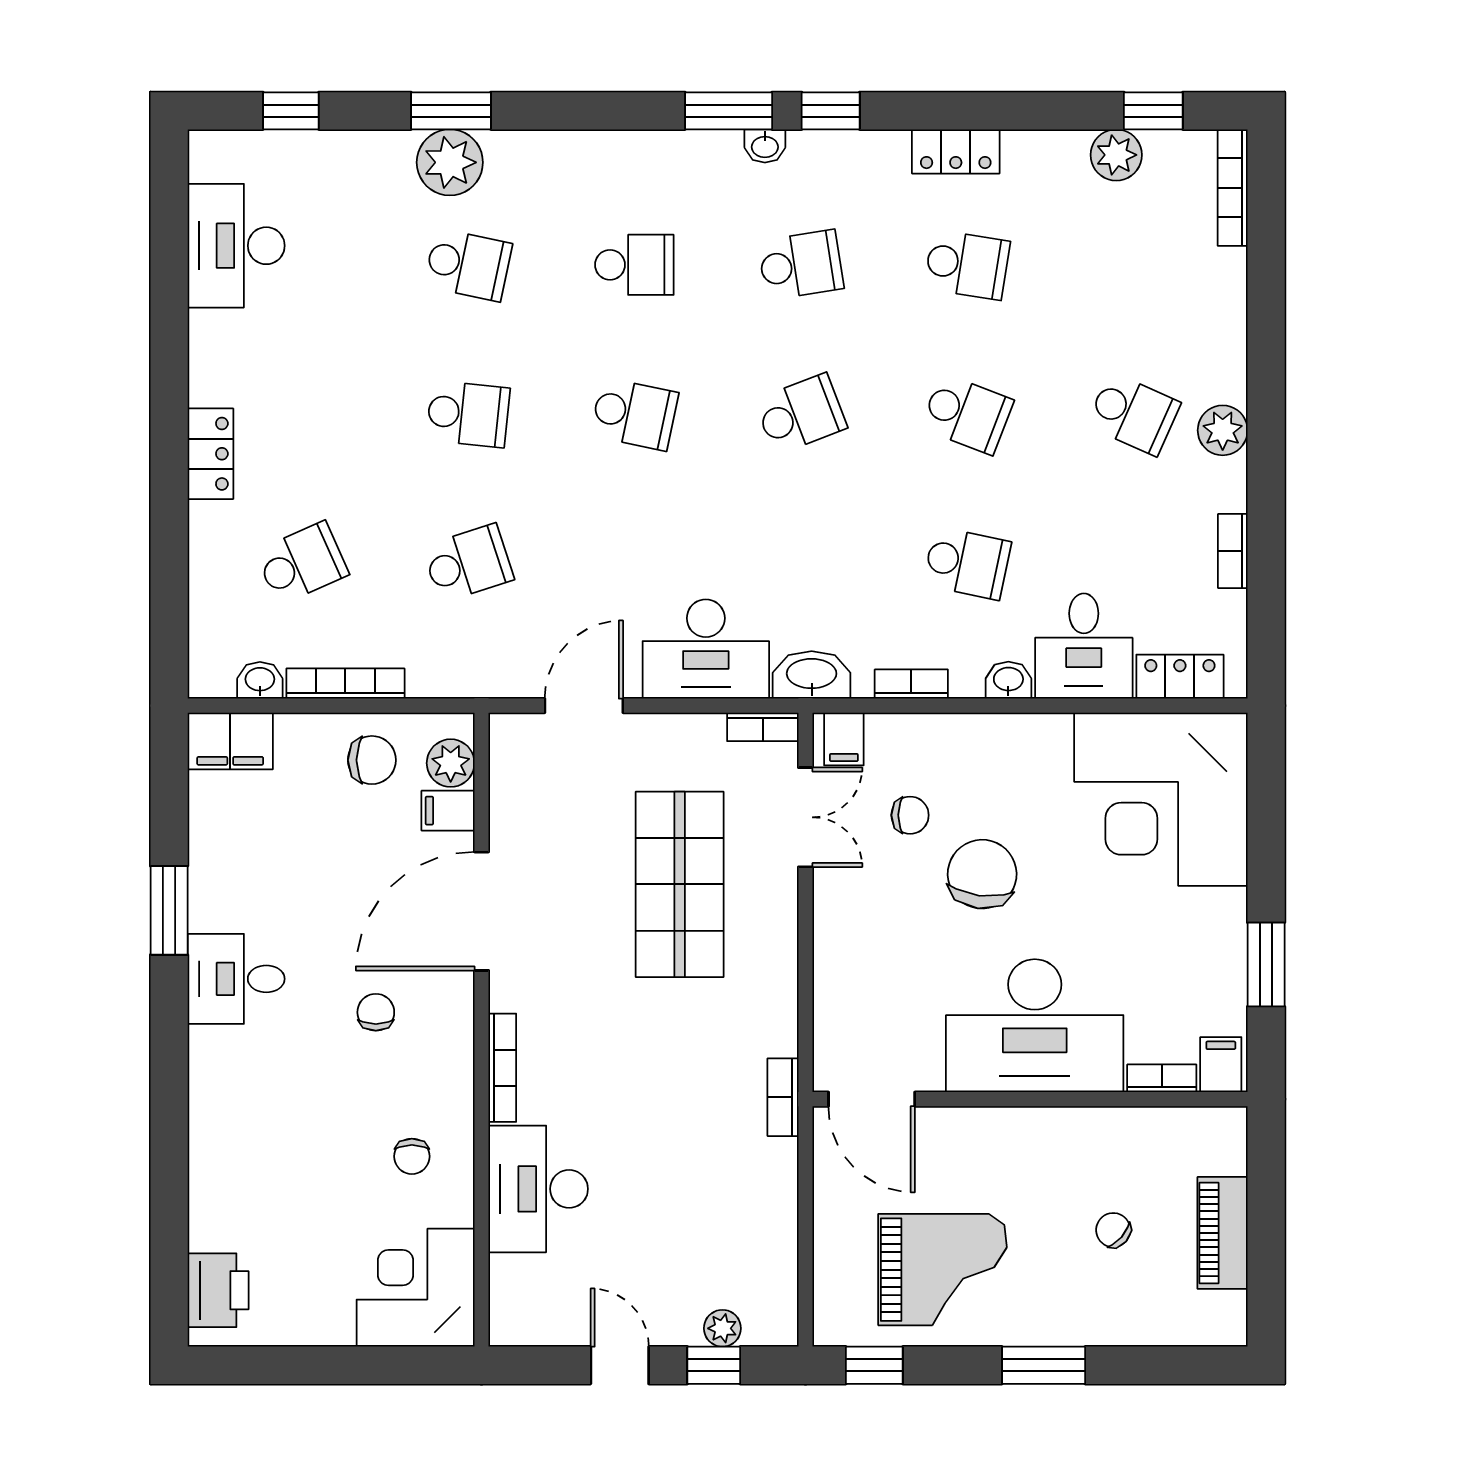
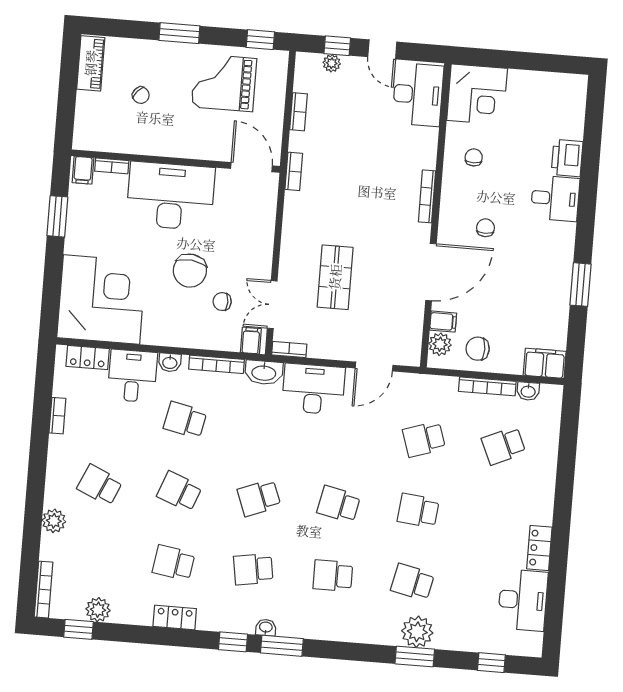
plant: (1223, 430) -> (54, 521), moved
locker: (210, 454) -> (539, 548), moved
bookcase: (911, 684) -> (216, 364), width x1.56
shop shelf: (680, 884) -> (335, 277), width x0.70, depth x0.74
desk: (236, 979) -> (555, 198), moved
chair: (376, 1012) -> (485, 228), turned 180
desk: (538, 1189) -> (418, 95), moved
bookcase: (783, 1222) -> (299, 112), added
piano: (1223, 1233) -> (91, 63), moved
printer: (218, 1290) -> (567, 158), moved

